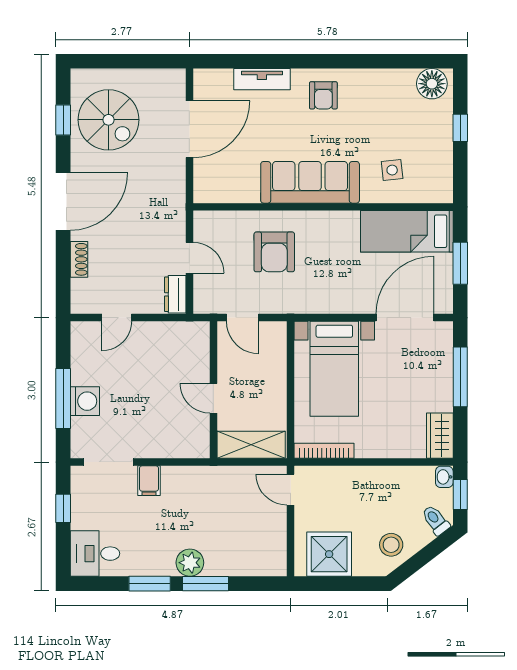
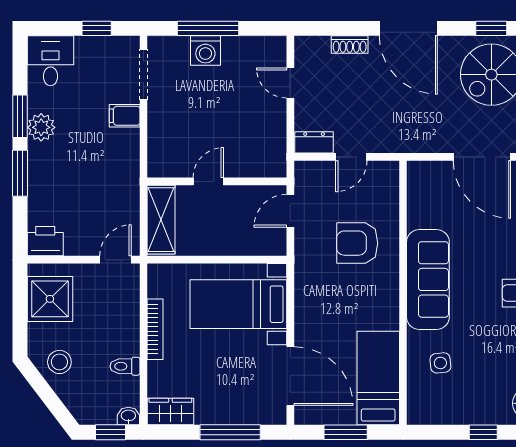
bookcase: (324, 451) -> (155, 329), moved
toilet: (436, 520) -> (125, 366), moved, turned -143
printer: (272, 559) -> (45, 241), added
plant: (190, 563) -> (41, 127), moved

